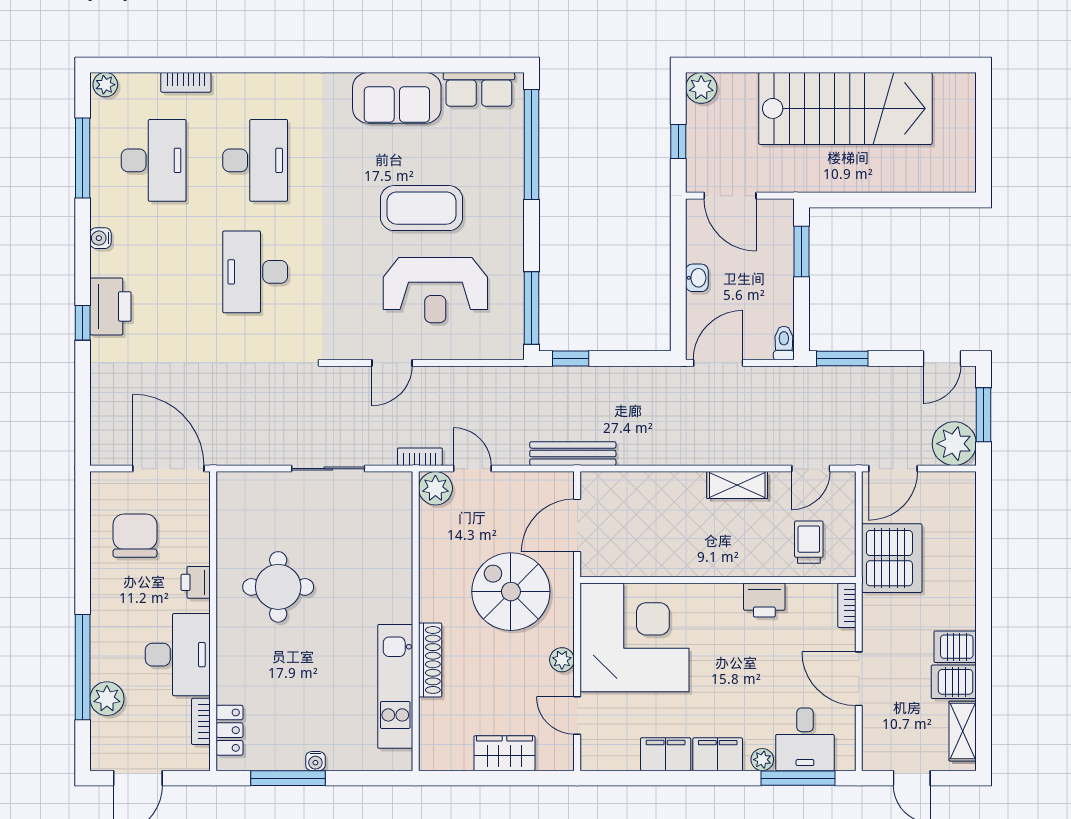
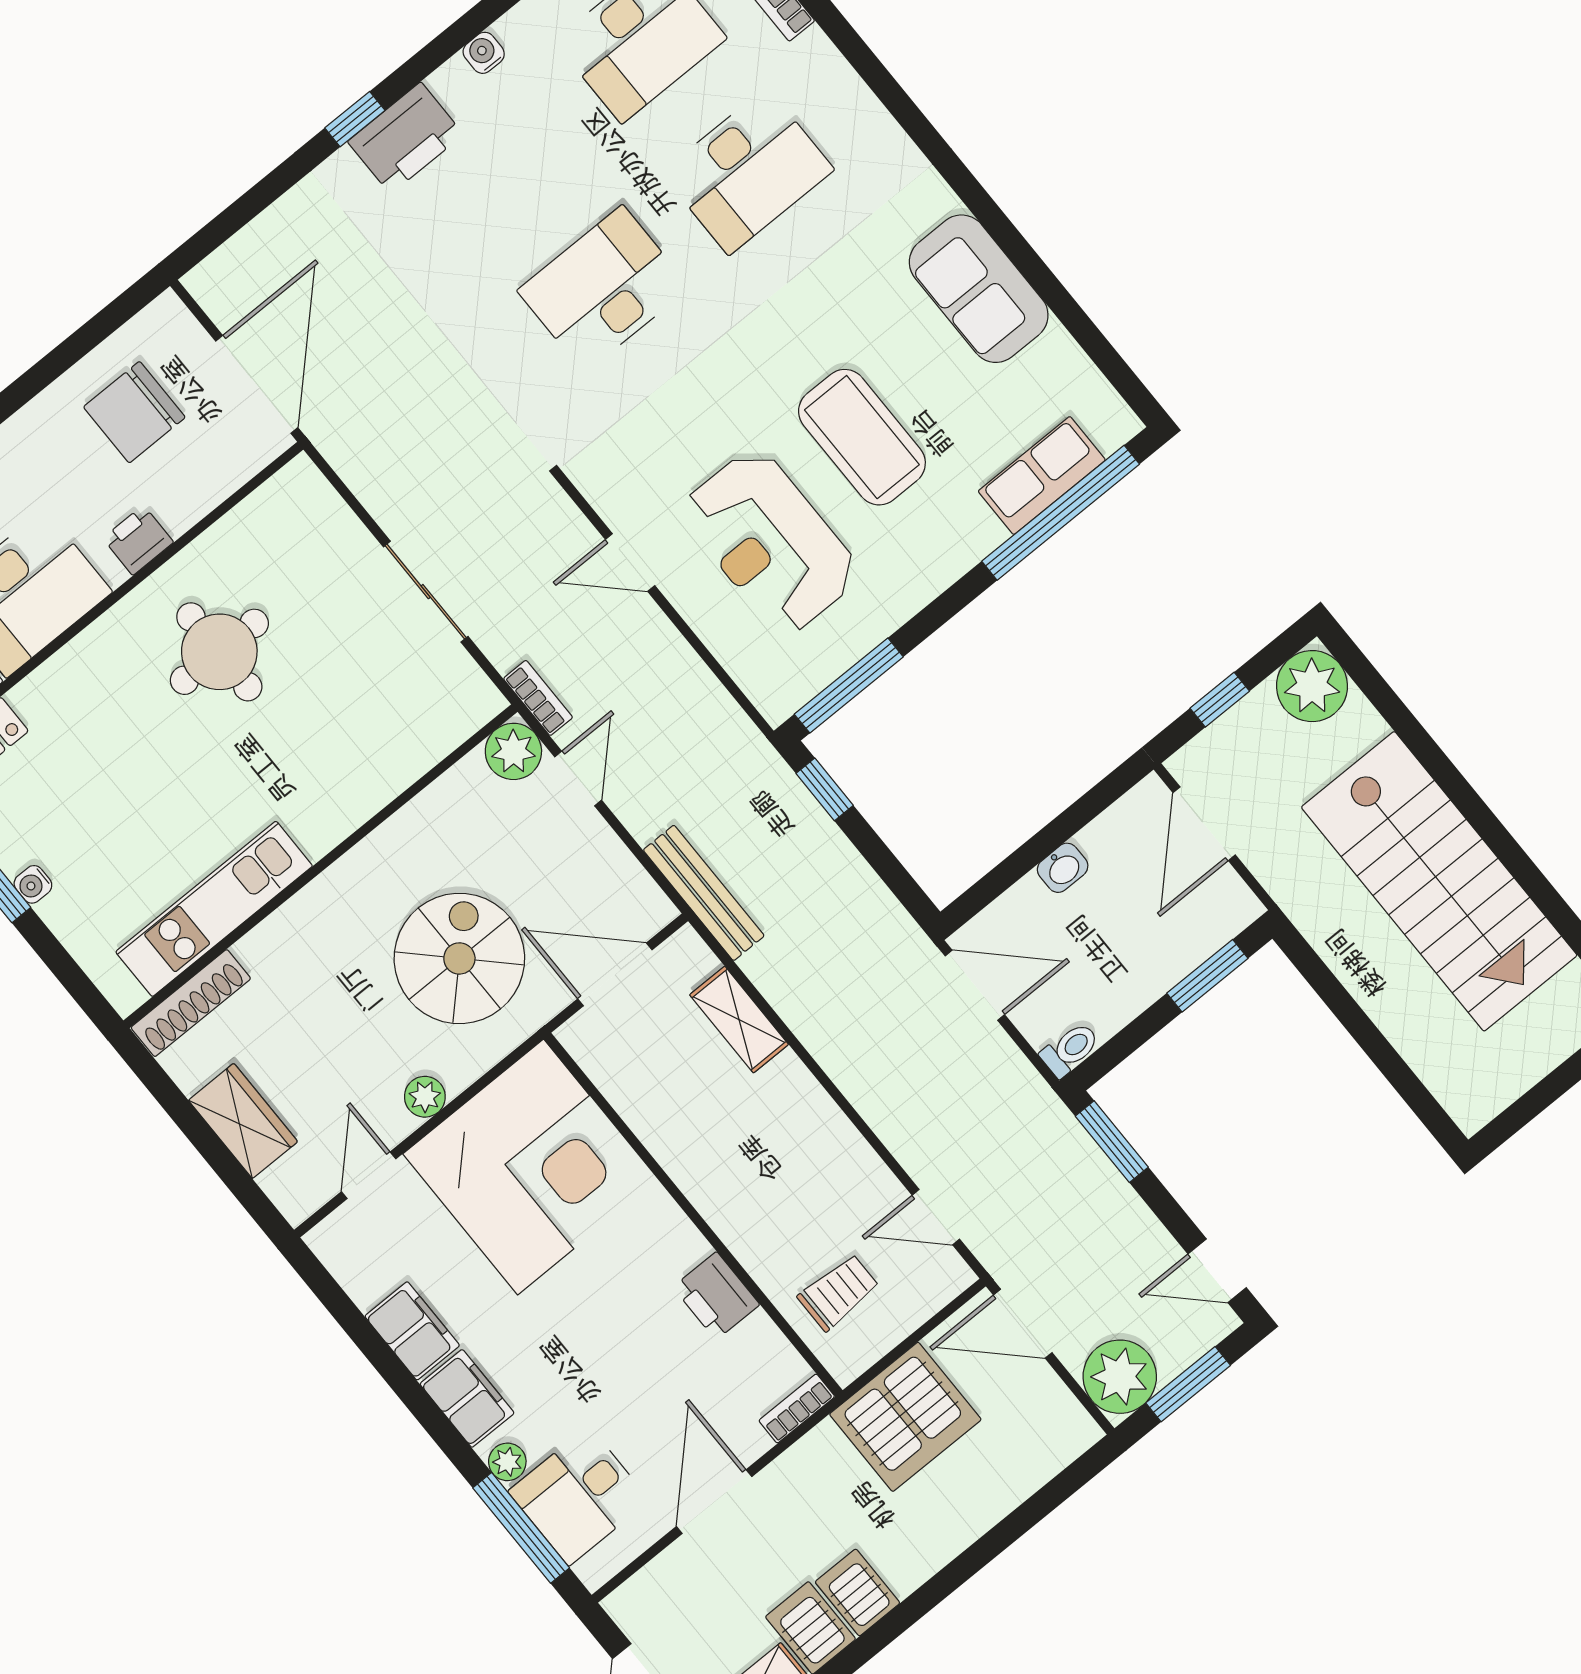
plant: (701, 88) -> (1312, 686), width x1.36, depth x1.36
row of seats: (479, 89) -> (1042, 476), moved, turned 90
shelving: (737, 485) -> (739, 1020), moved
chair: (135, 536) -> (134, 412), turned 180
shoe rack: (430, 660) -> (191, 1003), moved

